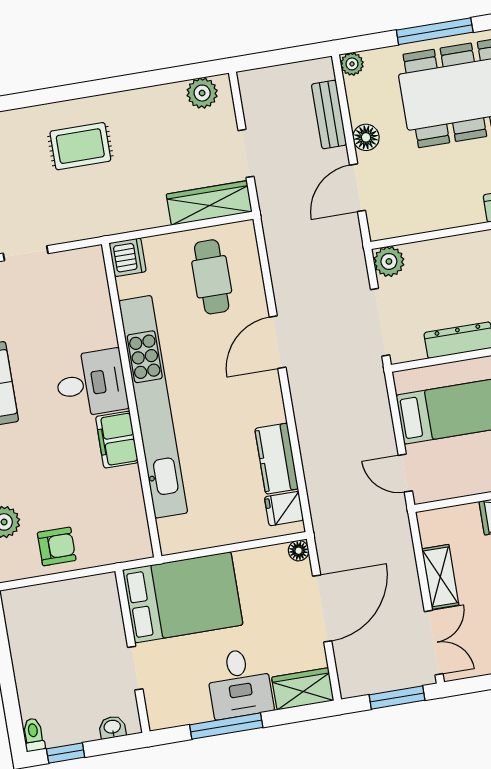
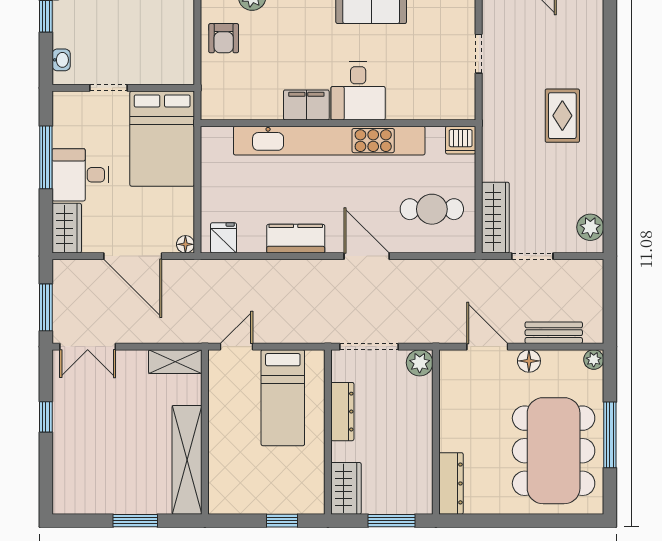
kitchen counter: (277, 459) -> (296, 239), moved
shelving: (440, 577) -> (175, 362), moved

